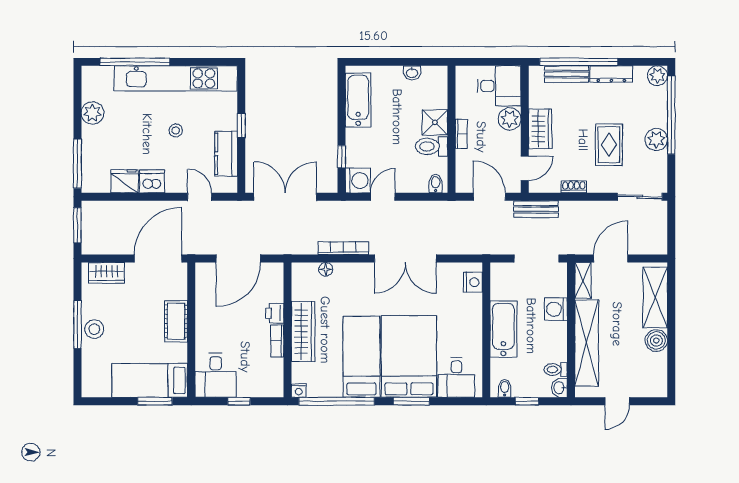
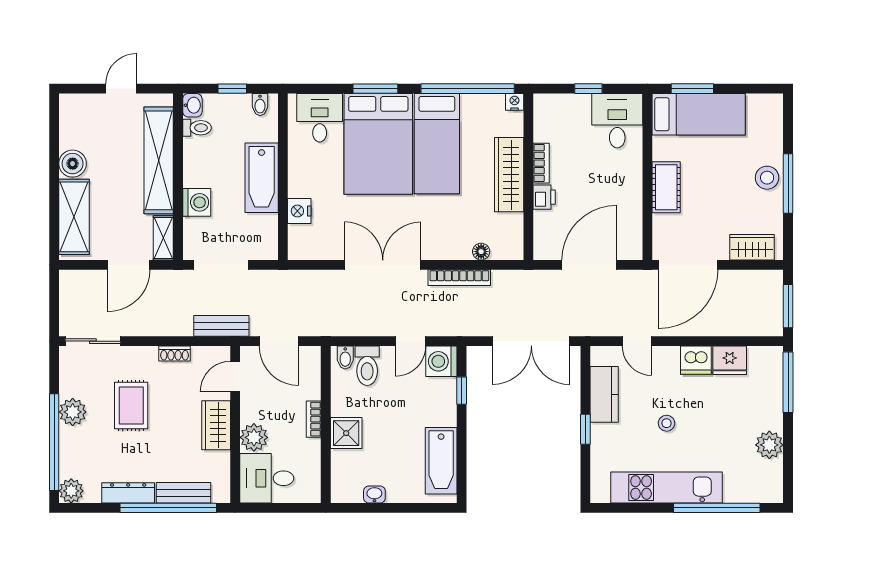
kitchen unit: (176, 78) -> (667, 487), width x0.73
toilet: (432, 146) -> (367, 366), moved, turned 90
nightstand: (473, 282) -> (299, 211), moved

